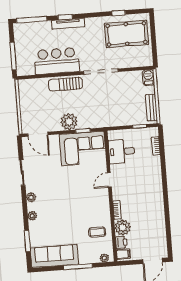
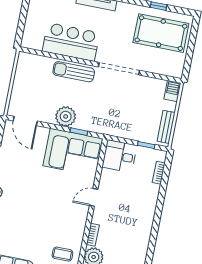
window: (13, 56) -> (22, 22), removed
desk: (122, 151) -> (119, 156), moved

